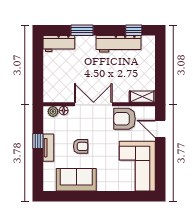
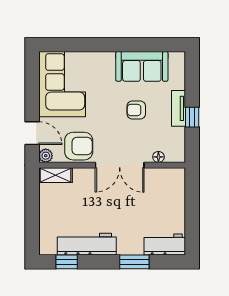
plant: (53, 112) -> (46, 156), moved

